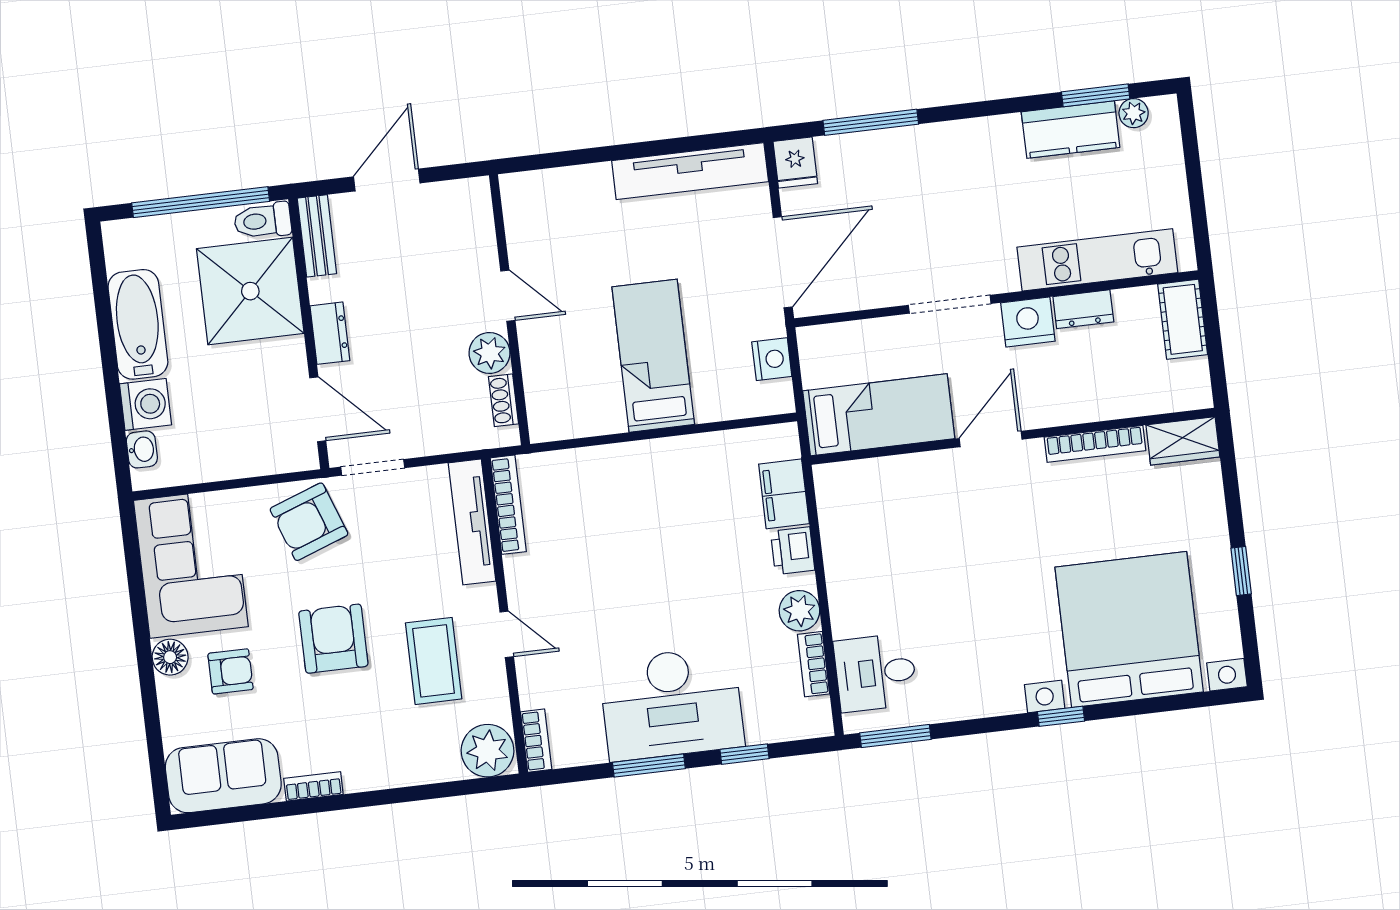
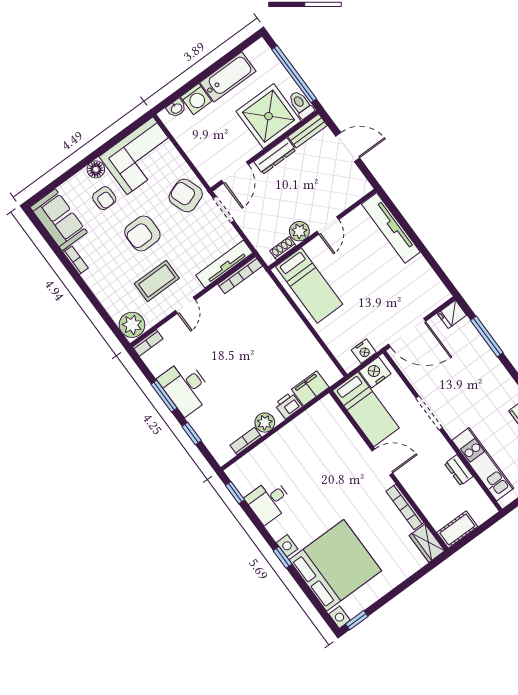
tv unit: (690, 171) -> (391, 228), moved
cot: (1183, 319) -> (457, 529), moved
nightstand: (1028, 322) -> (375, 372), moved, turned -90
dresser: (330, 333) -> (275, 156), width x1.44
bed: (653, 356) -> (309, 285), moved, turned 90
window: (1241, 571) -> (357, 620), moved
armchair: (333, 639) -> (142, 234), turned 180
desk: (876, 673) -> (269, 501), moved, turned -90
desk: (672, 704) -> (186, 387), width x0.73, depth x0.77
window: (895, 736) -> (235, 493), width x0.67

